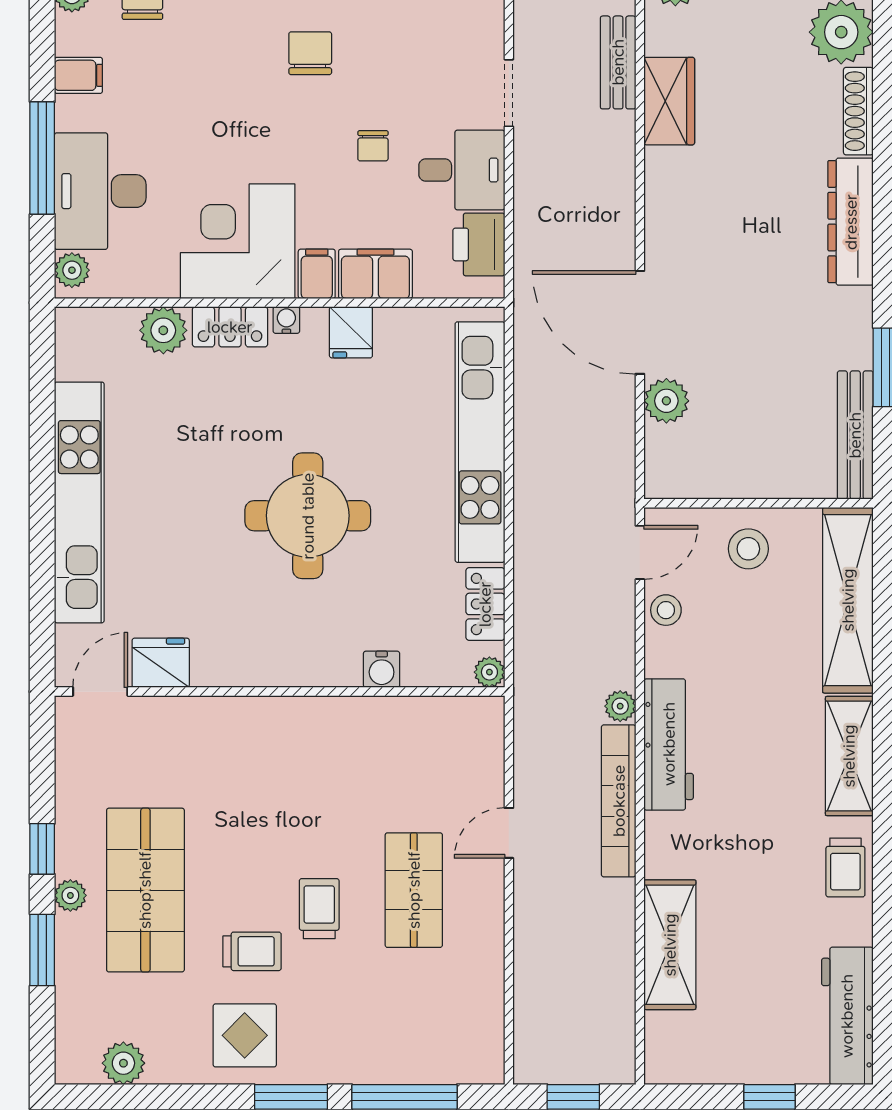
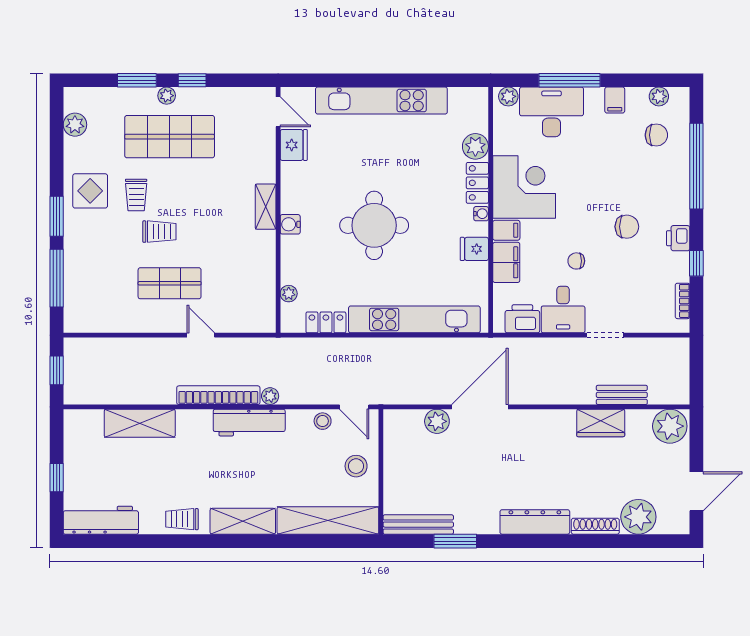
water cooler: (382, 669) -> (290, 224), moved
plant: (489, 672) -> (289, 294), moved
shelving: (273, 714) -> (266, 207), added

